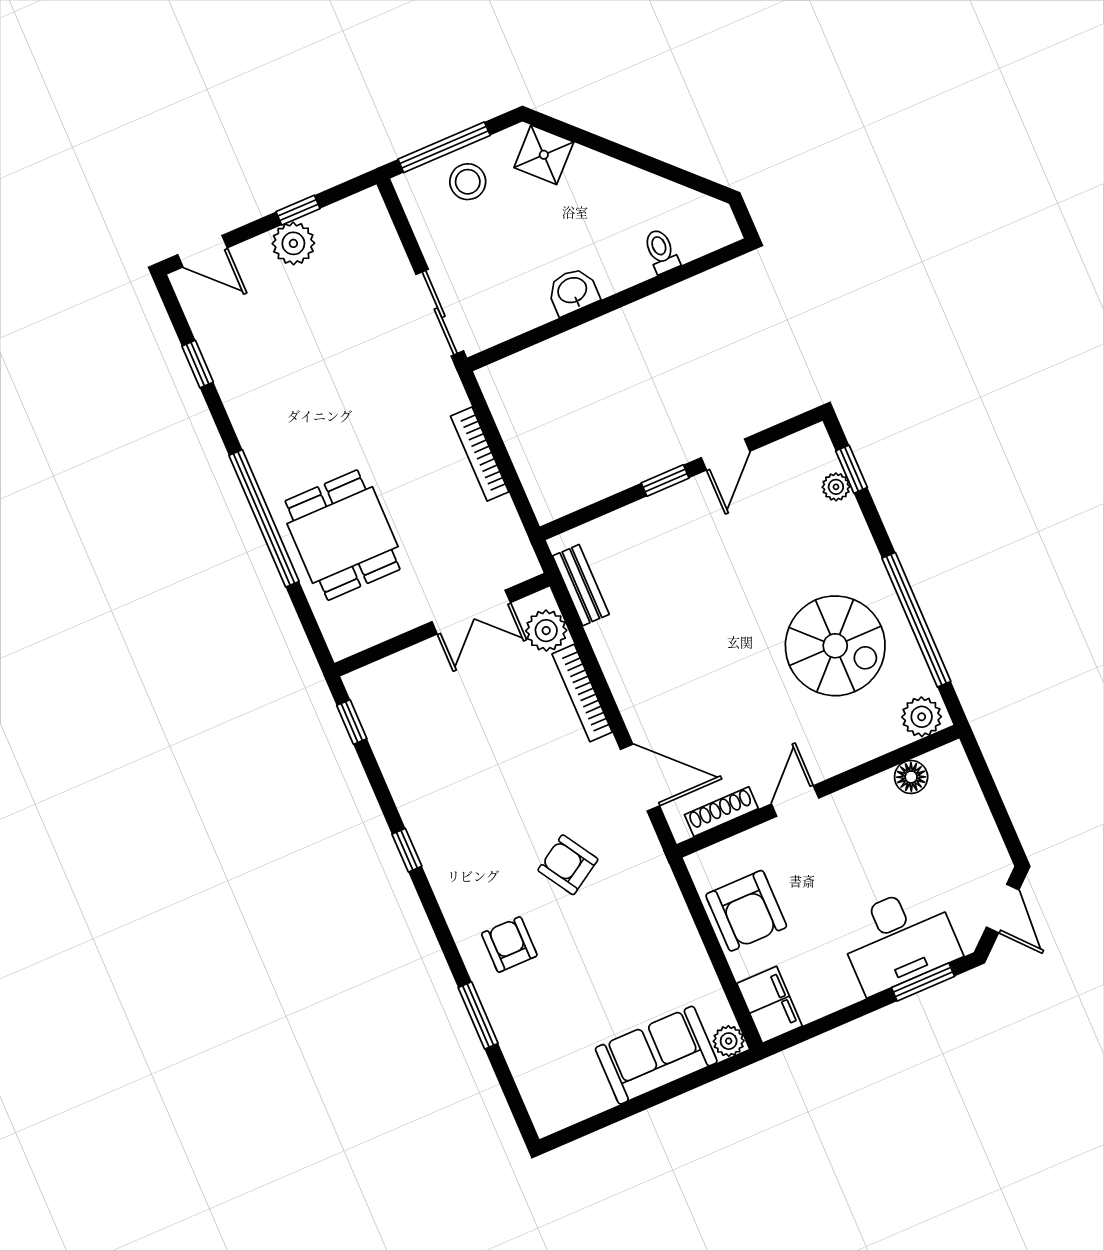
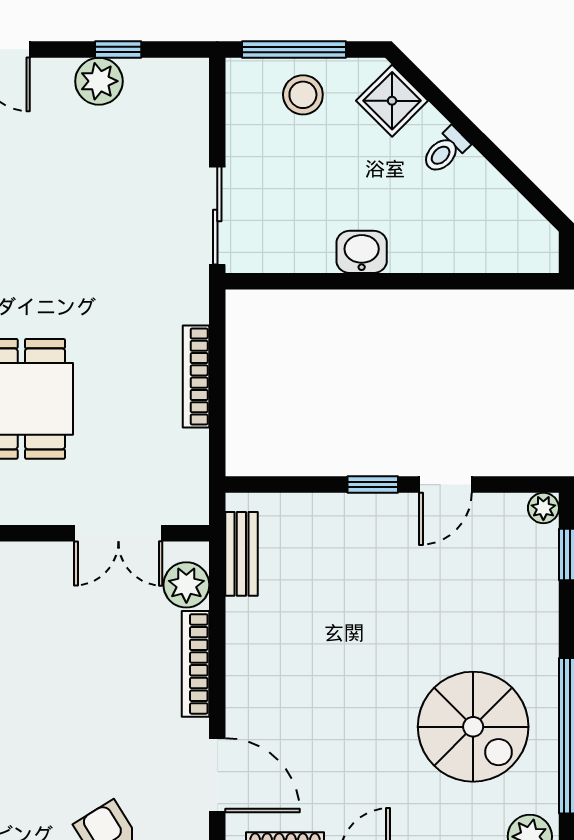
toilet: (661, 251) -> (445, 151), moved, turned -135
plant: (836, 487) -> (543, 508), moved

